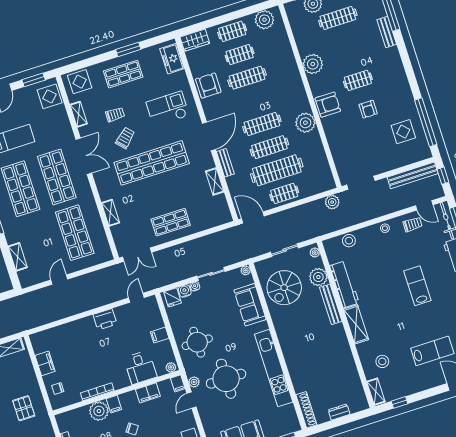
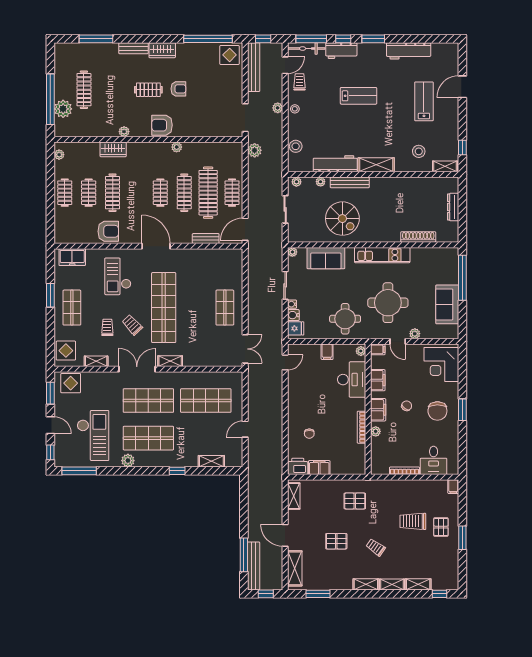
plant: (264, 20) -> (59, 155), width x0.53, depth x0.53
bench: (387, 32) -> (133, 48), moved
wardrobe: (195, 40) -> (113, 149), moved, turned 90
plant: (313, 64) -> (124, 132), width x0.53, depth x0.53
clothes rail: (358, 80) -> (148, 90), turned 90
wardrobe: (400, 81) -> (162, 50), added
armchair: (208, 86) -> (108, 231), turned 180
armchair: (328, 105) -> (162, 125), turned -90
plant: (305, 123) -> (177, 147), width x0.53, depth x0.53
clothes rail: (262, 124) -> (160, 193), width x0.73
display table: (403, 132) -> (230, 55), moved
bench: (225, 163) -> (206, 238), moved
shelving: (215, 182) -> (200, 254), removed
plant: (381, 211) -> (278, 108), added
shelving: (111, 213) -> (170, 361), moved
plant: (318, 277) -> (321, 182), width x0.53, depth x0.53
door: (59, 280) -> (245, 429), hinge flipped
lab bench: (417, 286) -> (359, 96), turned 180
spiral stairs: (284, 288) -> (342, 219), moved
door: (136, 298) -> (285, 362), swing flipped
printer: (105, 319) -> (298, 466), moved, turned -90
desk: (140, 367) -> (352, 380), width x1.37
kitchen unit: (274, 368) -> (382, 255), width x0.73
plant: (194, 382) -> (415, 334), moved
chair: (58, 389) -> (309, 434), moved
filing cabinet: (114, 404) -> (378, 410), width x2.00
shoe rack: (306, 410) -> (418, 237), moved
plant: (99, 411) -> (376, 431), width x0.53, depth x0.53
dresser: (339, 412) -> (453, 207), width x1.44

